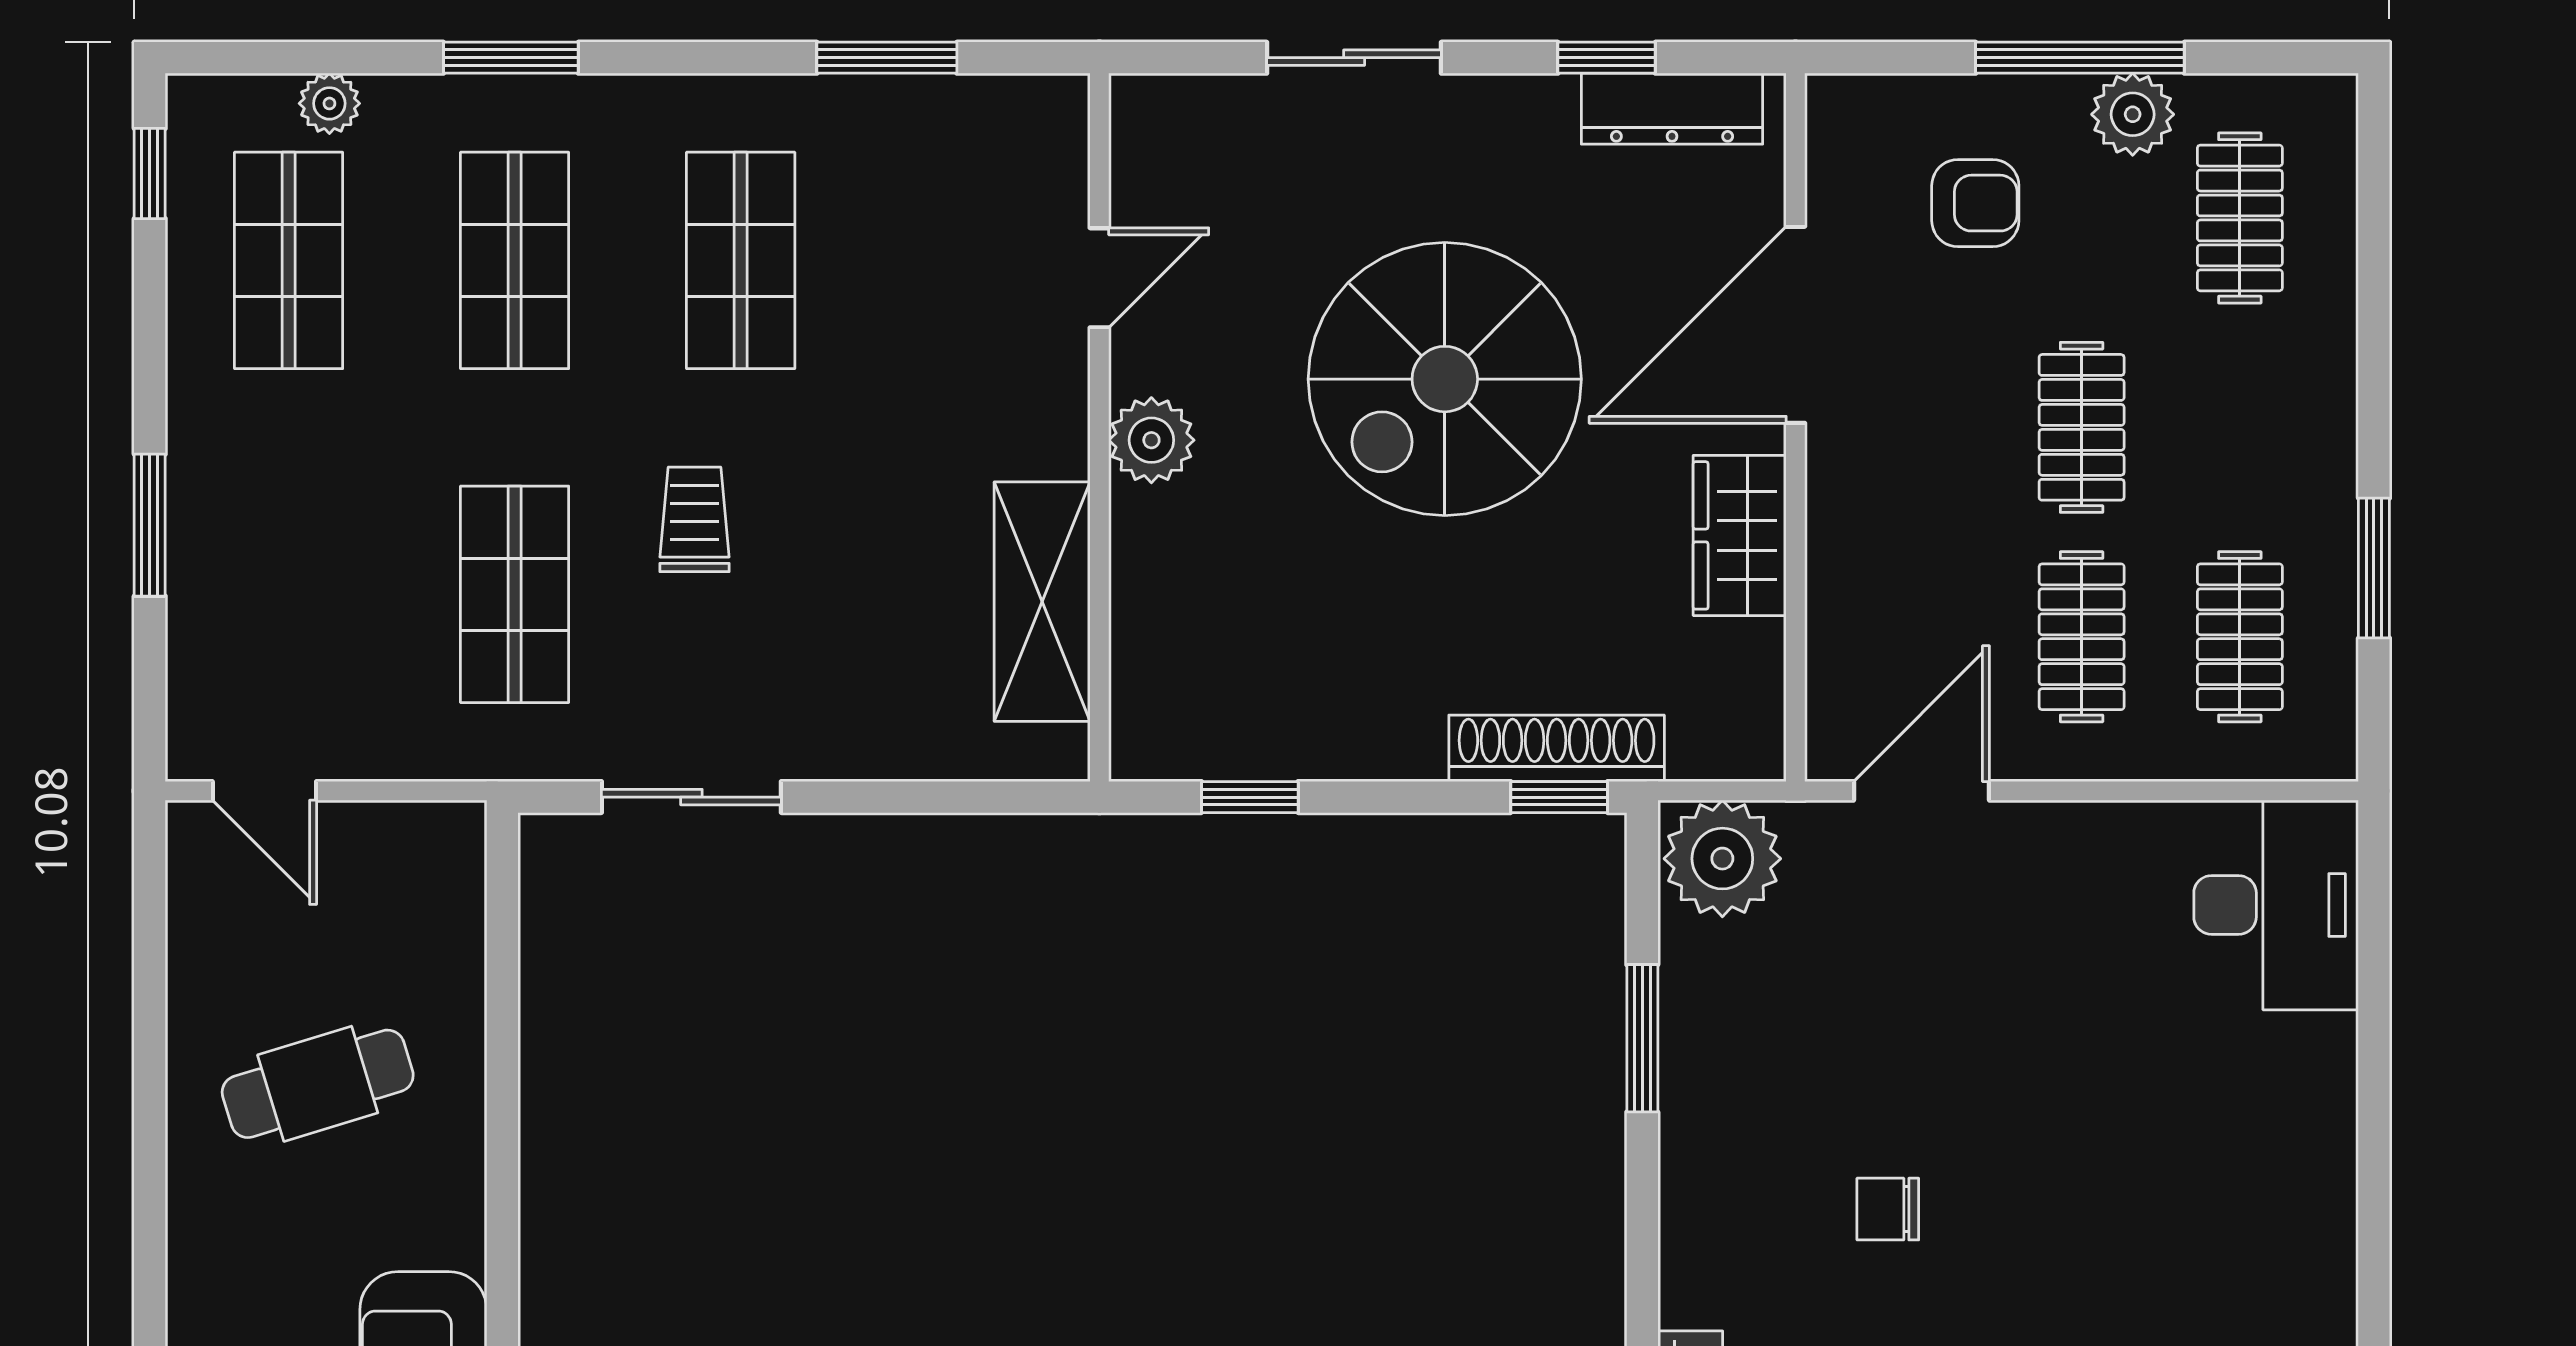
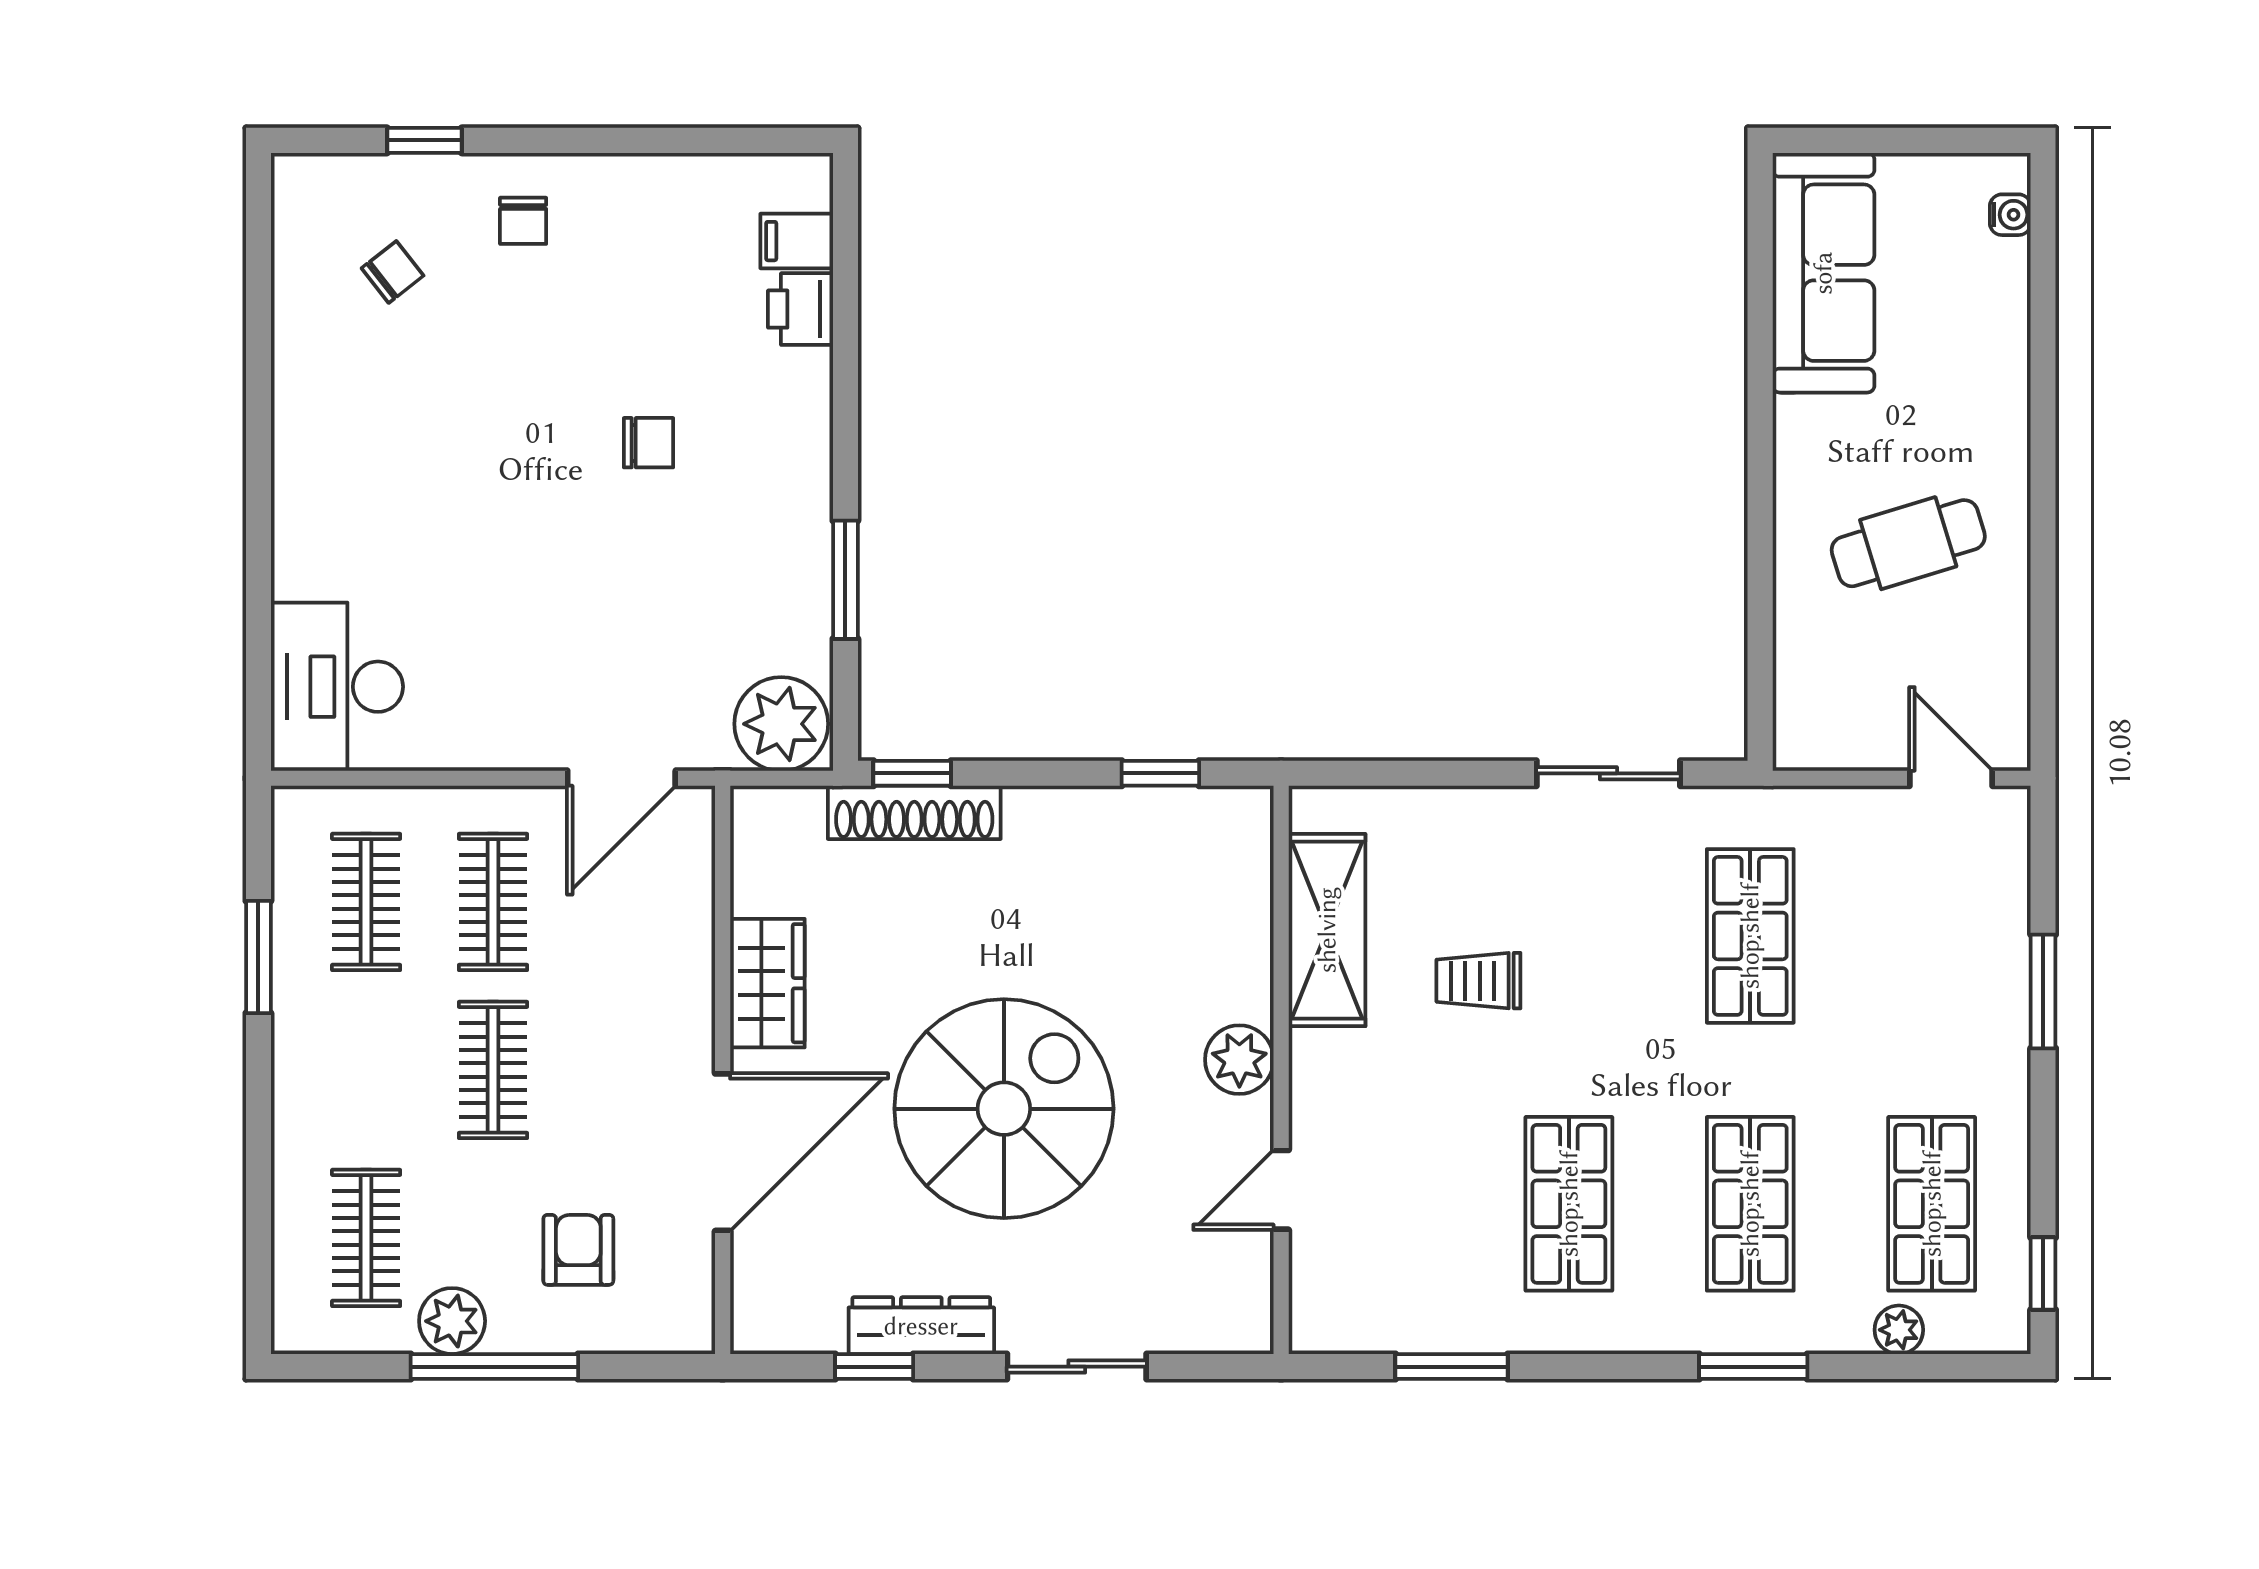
dresser: (1672, 109) -> (921, 1326), moved
armchair: (1975, 203) -> (578, 1250), turned 90
trolley: (695, 519) -> (1478, 981), moved, turned 90

